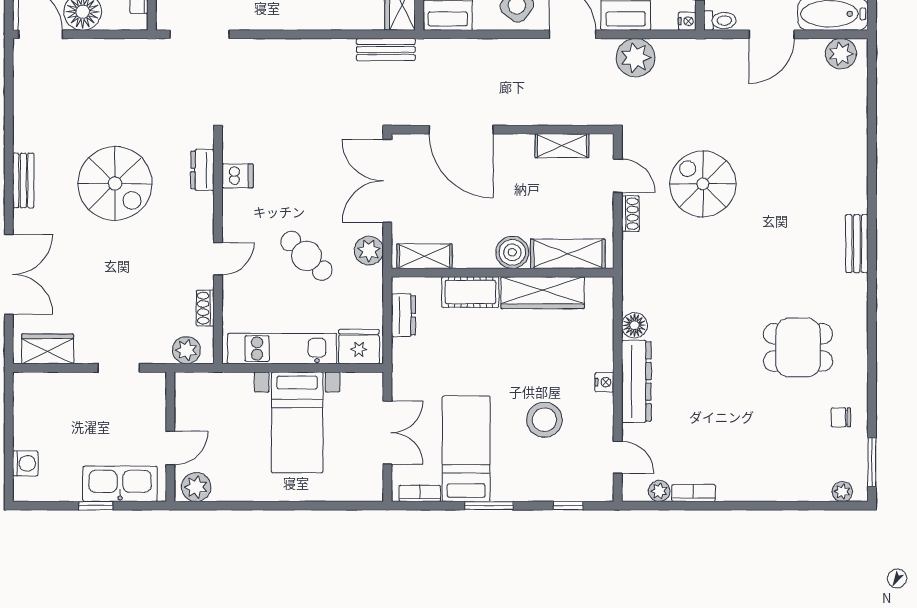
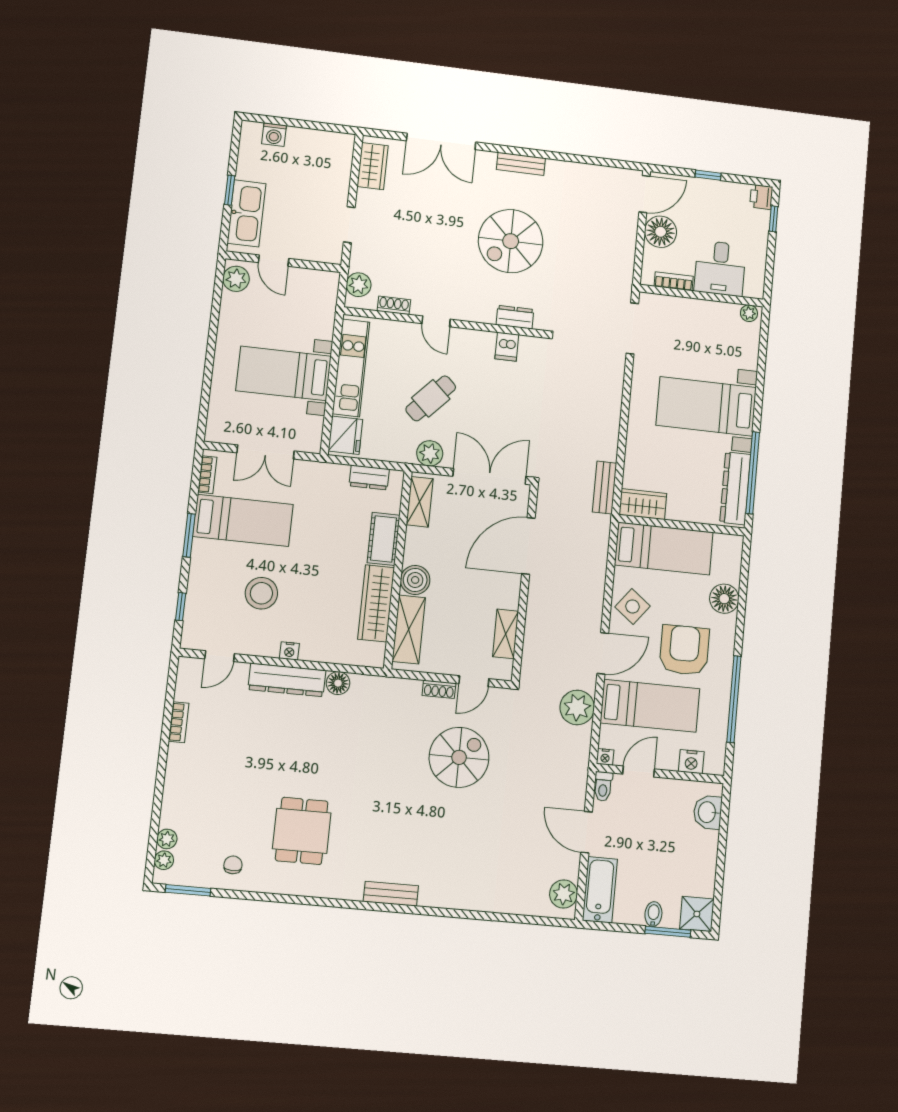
plant: (659, 491) -> (167, 839), moved

